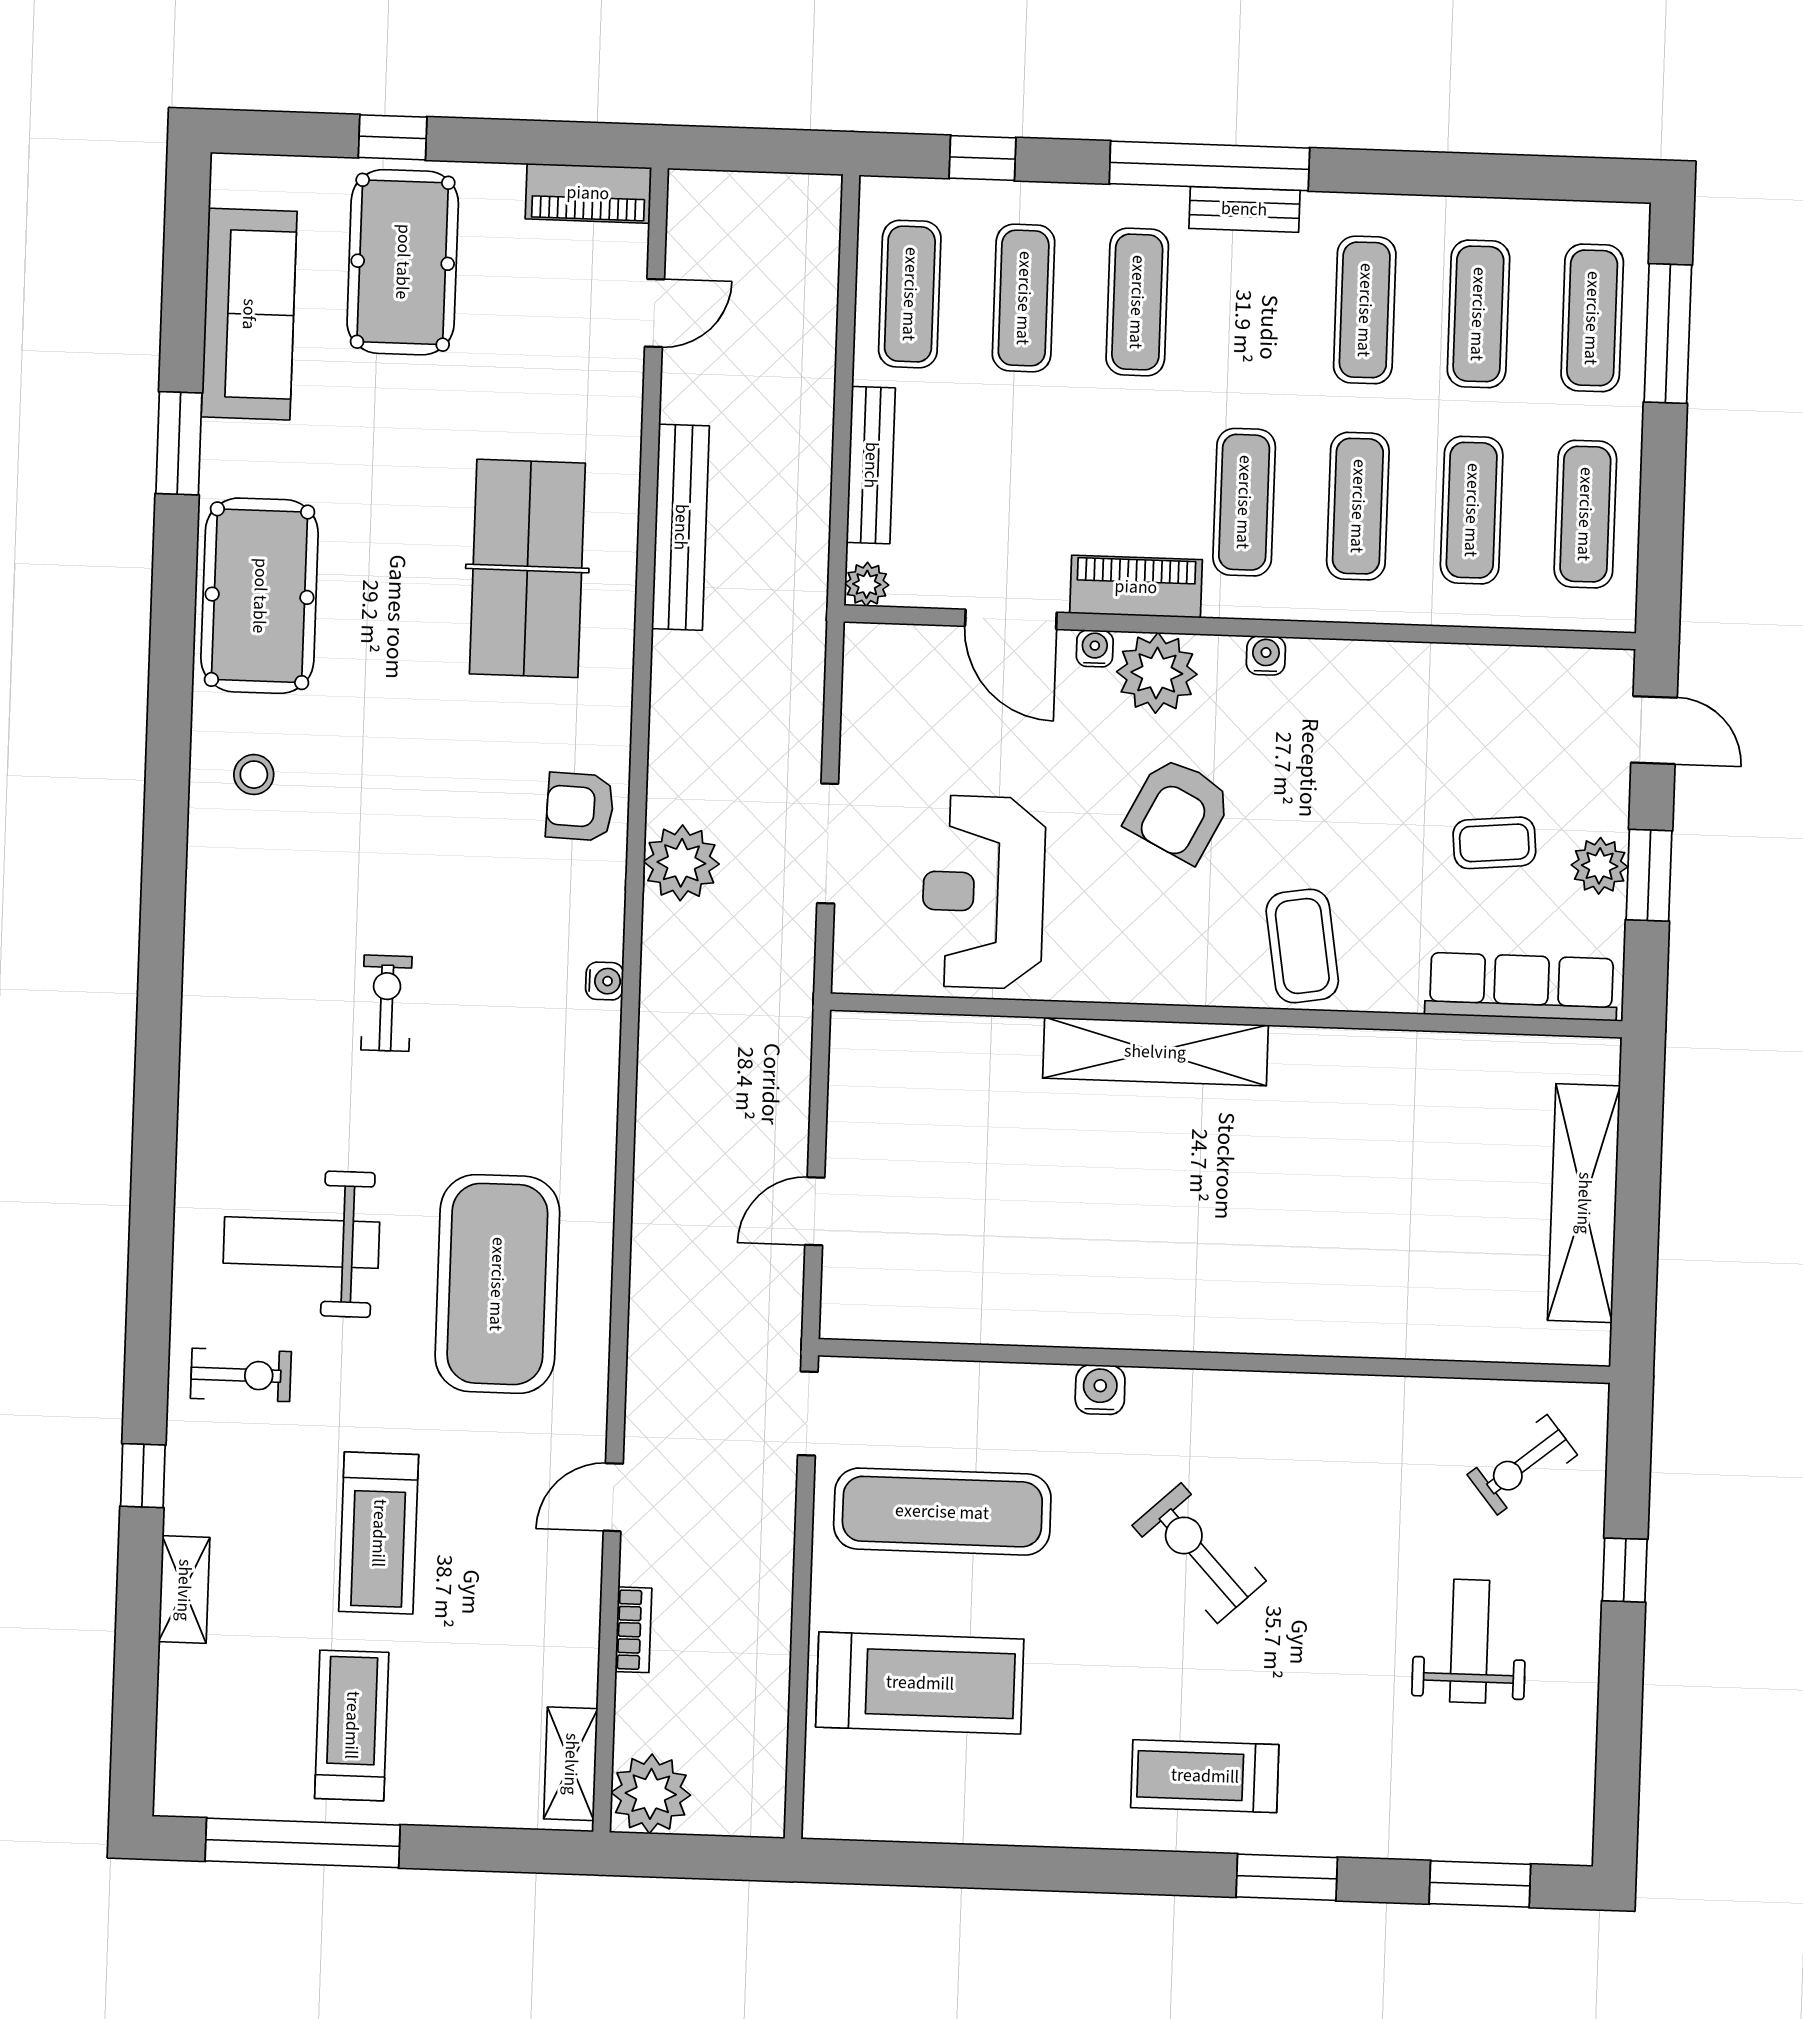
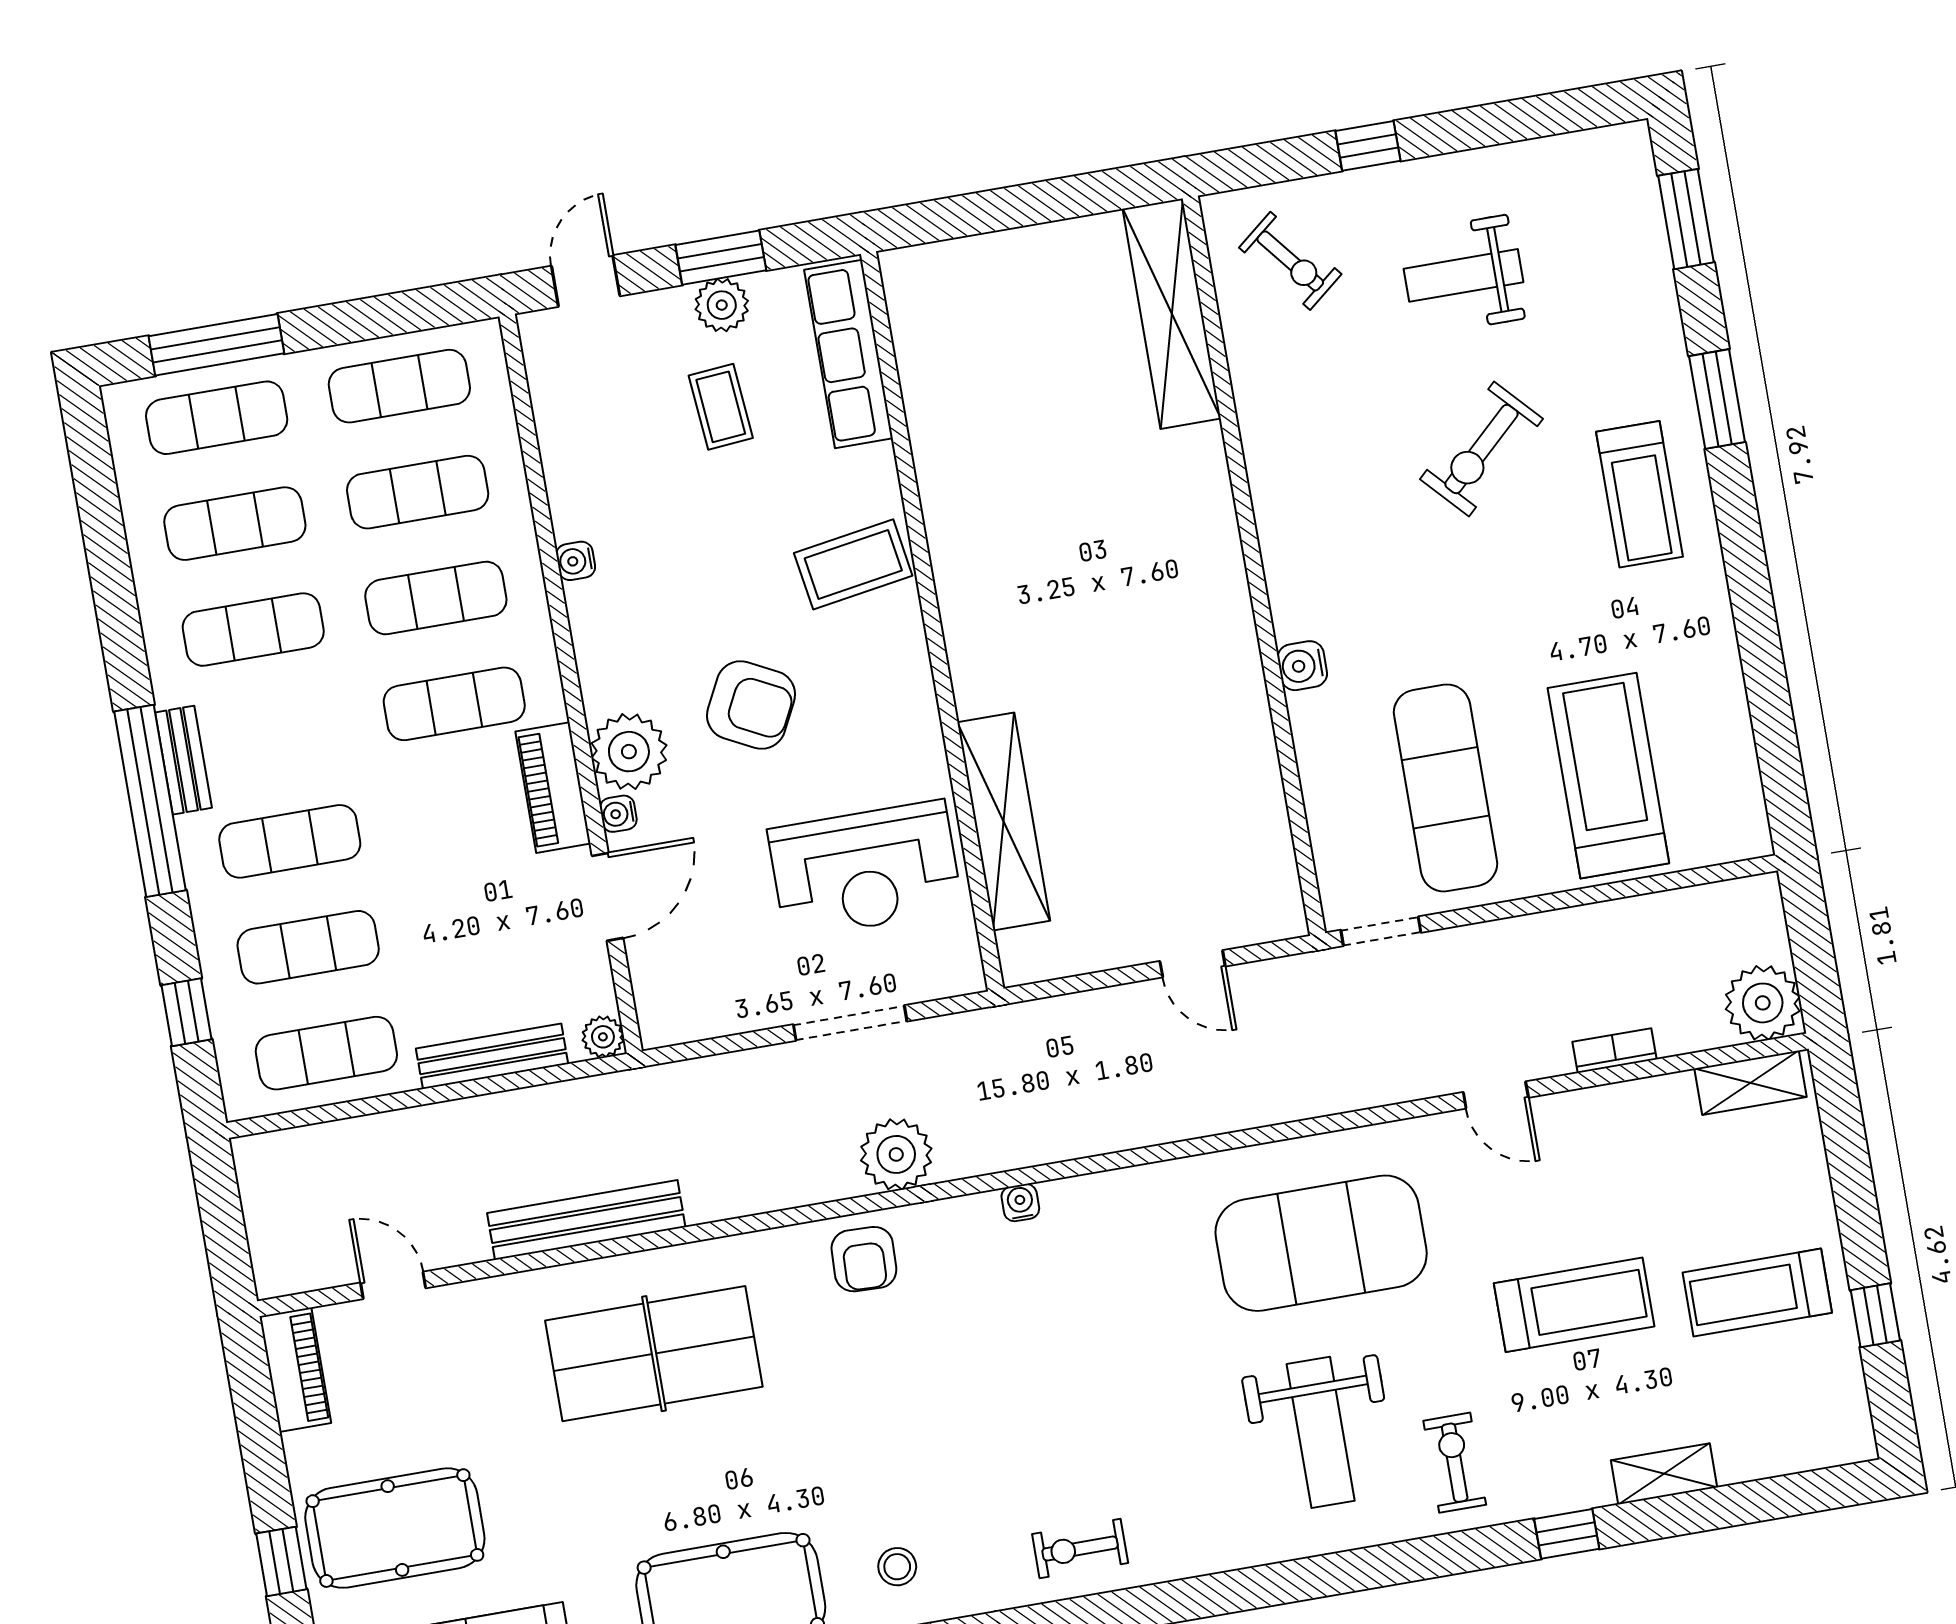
water cooler: (1266, 656) -> (576, 561), moved
exercise bike: (386, 1003) -> (1080, 1548), moved
shelving: (1155, 1052) -> (1004, 821), moved
shelving: (1584, 1203) -> (1172, 314), moved, turned 90
exercise bike: (1199, 1553) -> (1481, 449), moved
window: (303, 1843) -> (1875, 1315), width x0.32

